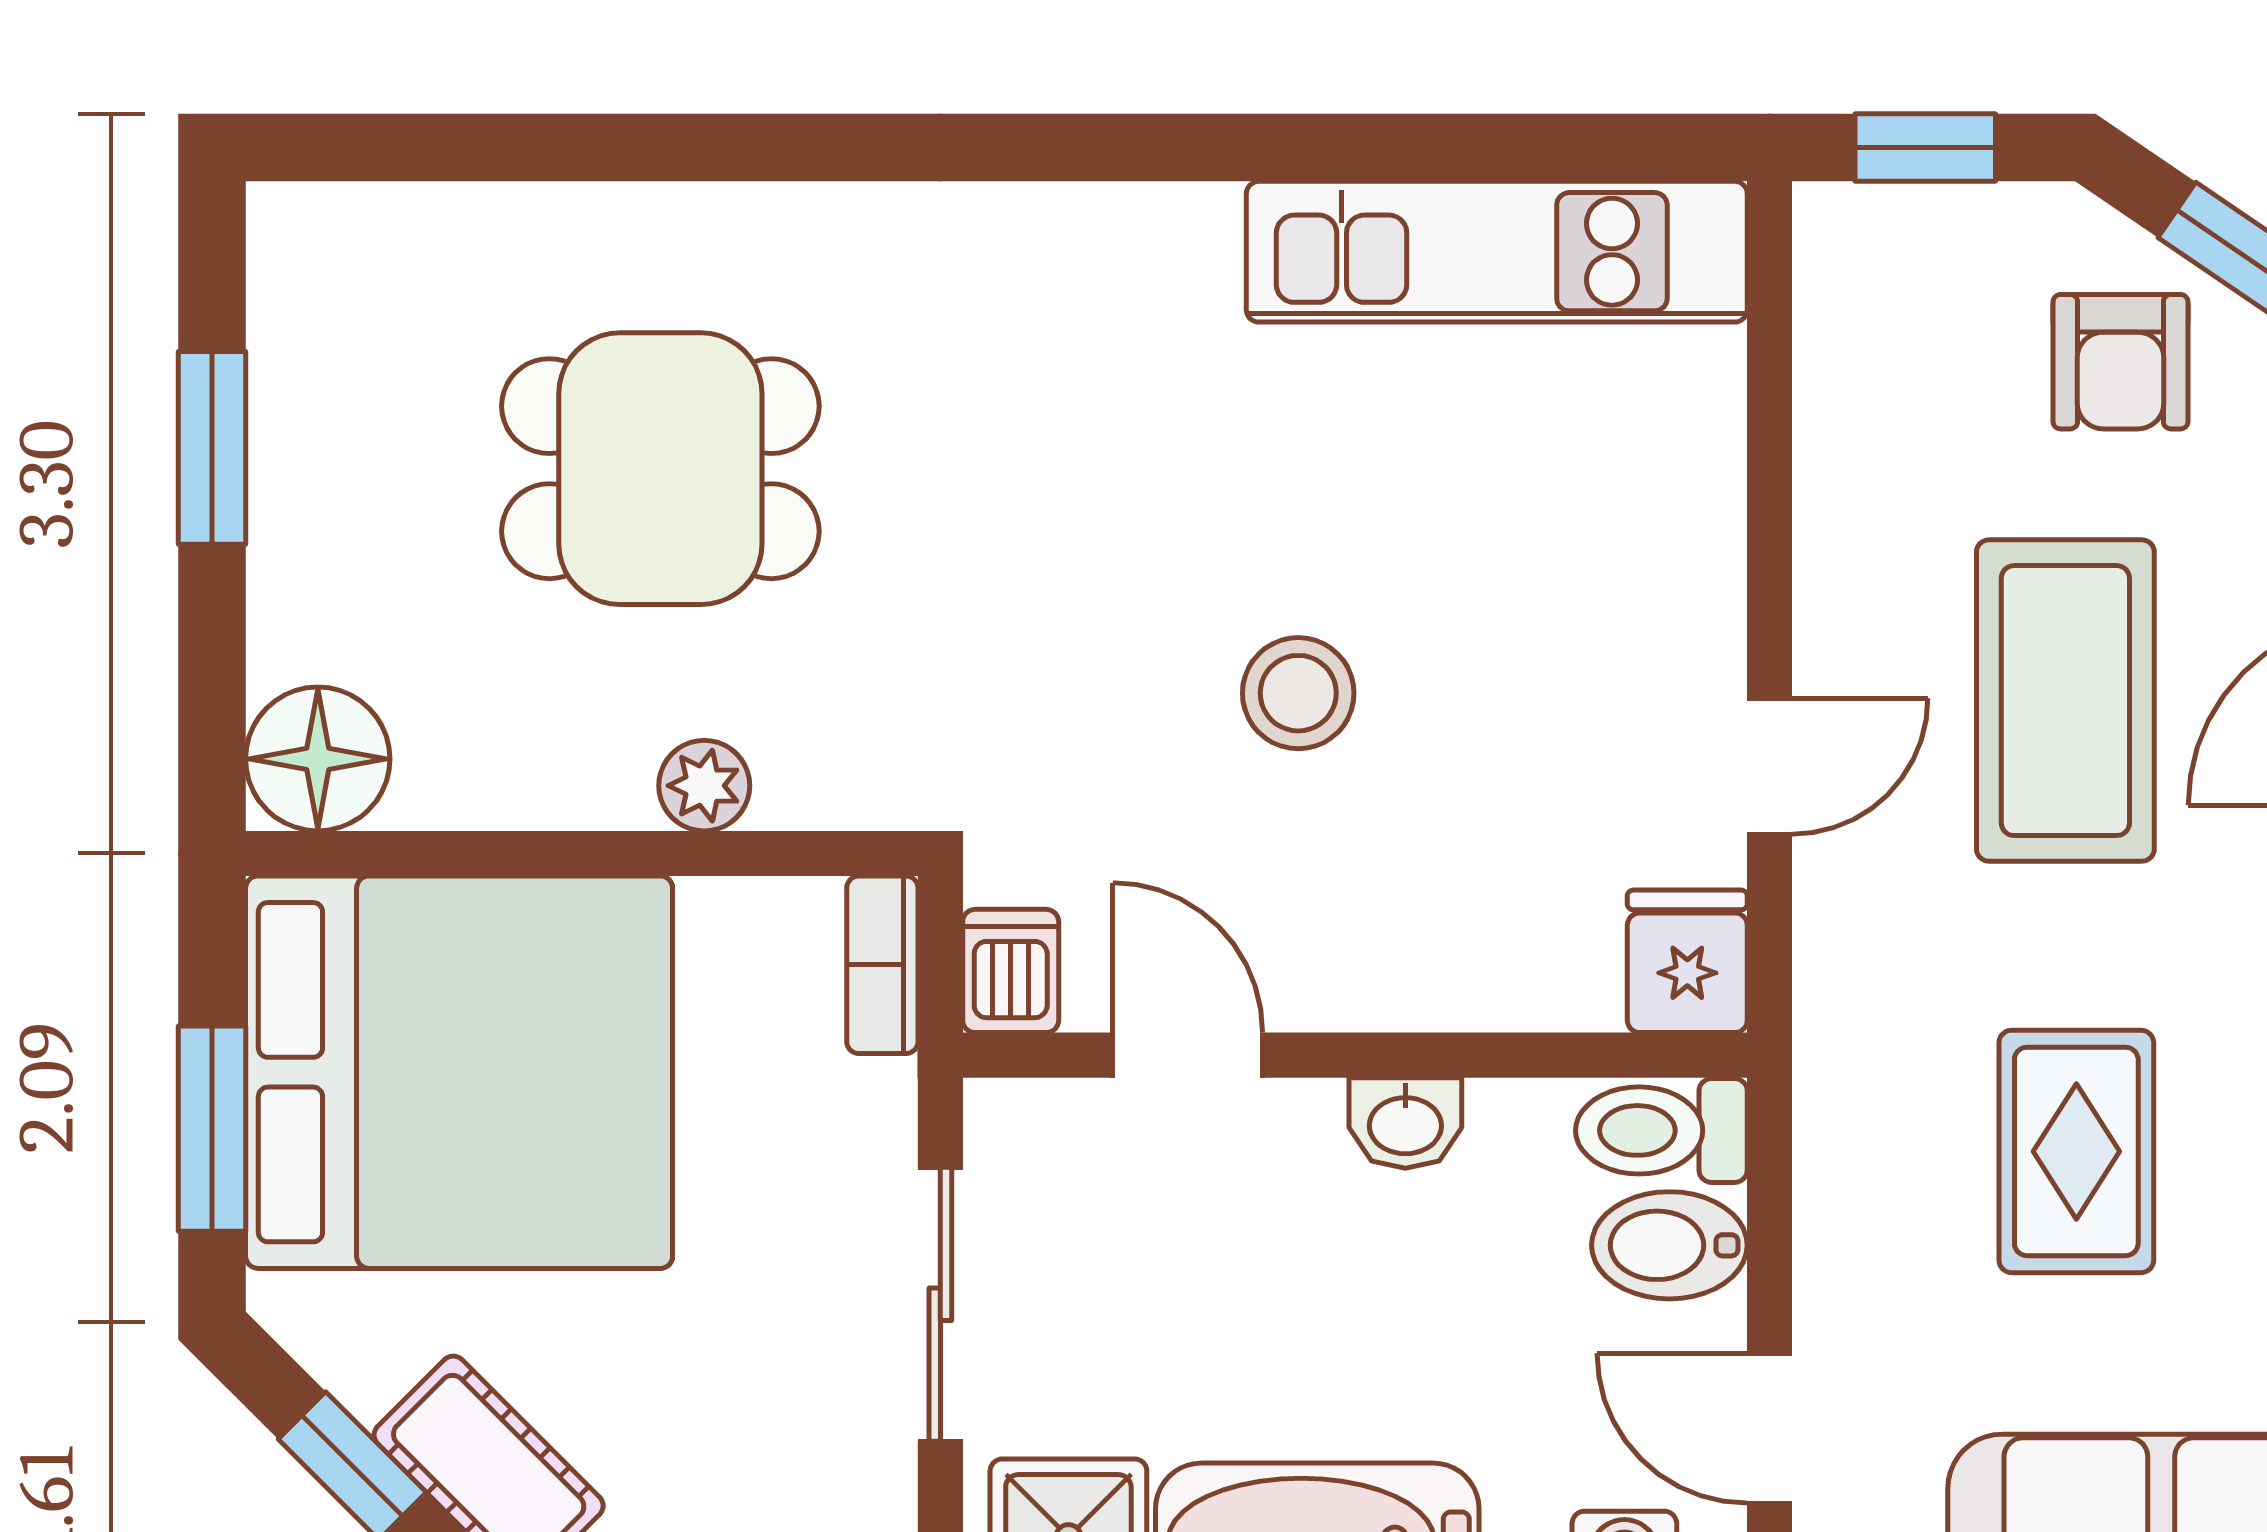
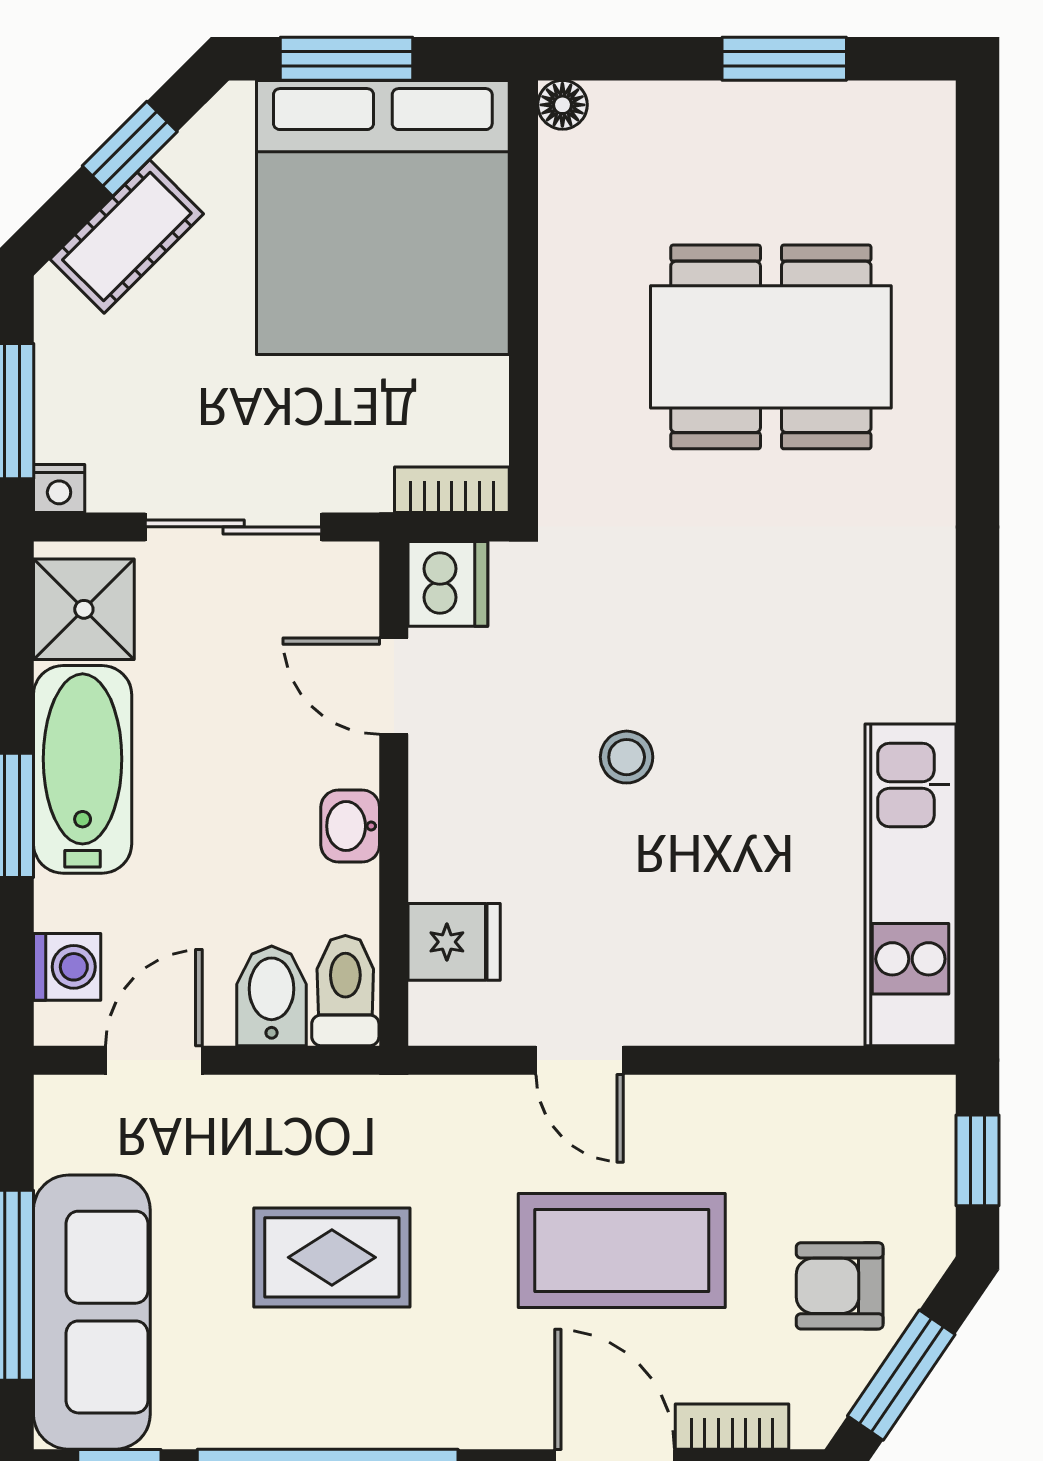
dining table: (660, 469) -> (771, 347), width x1.37
stool: (1298, 693) -> (627, 757), width x0.73, depth x0.73
floor lamp: (318, 759) -> (562, 105), width x0.53, depth x0.53
plant: (704, 786) -> (567, 375), removed
fridge: (1687, 961) -> (454, 942), moved
dishwasher: (1011, 971) -> (448, 584), width x1.38
door: (1188, 1055) -> (394, 686), swing flipped

